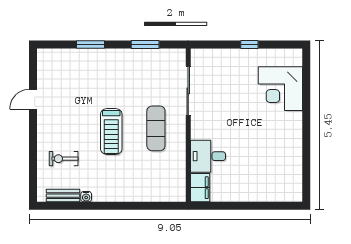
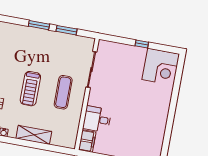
window: (91, 44) -> (39, 25), moved
corner desk: (280, 89) -> (161, 67), moved, turned -90
shelving: (127, 193) -> (34, 135), added

